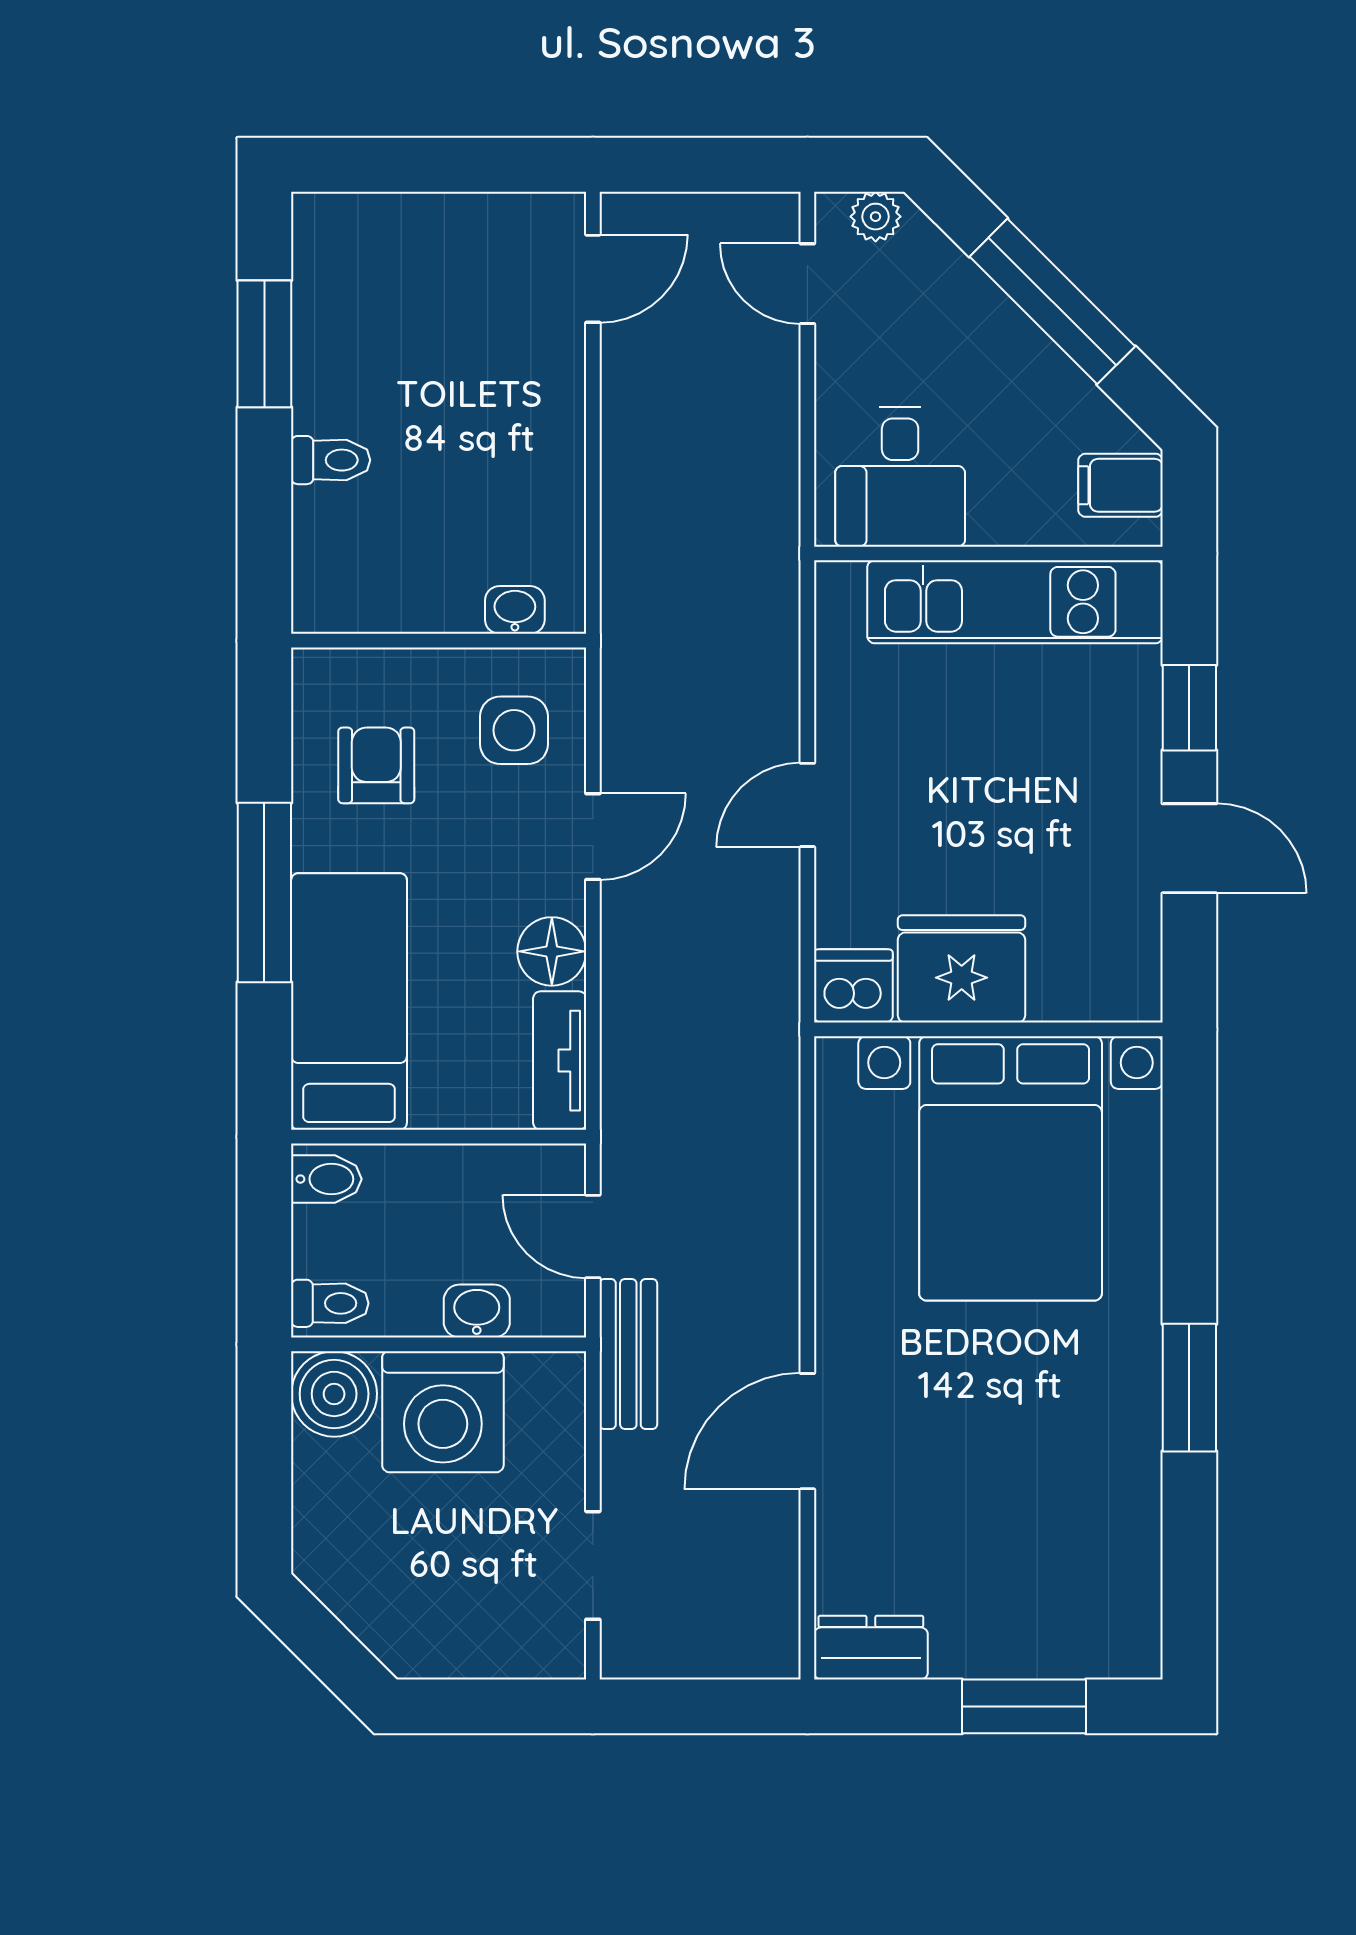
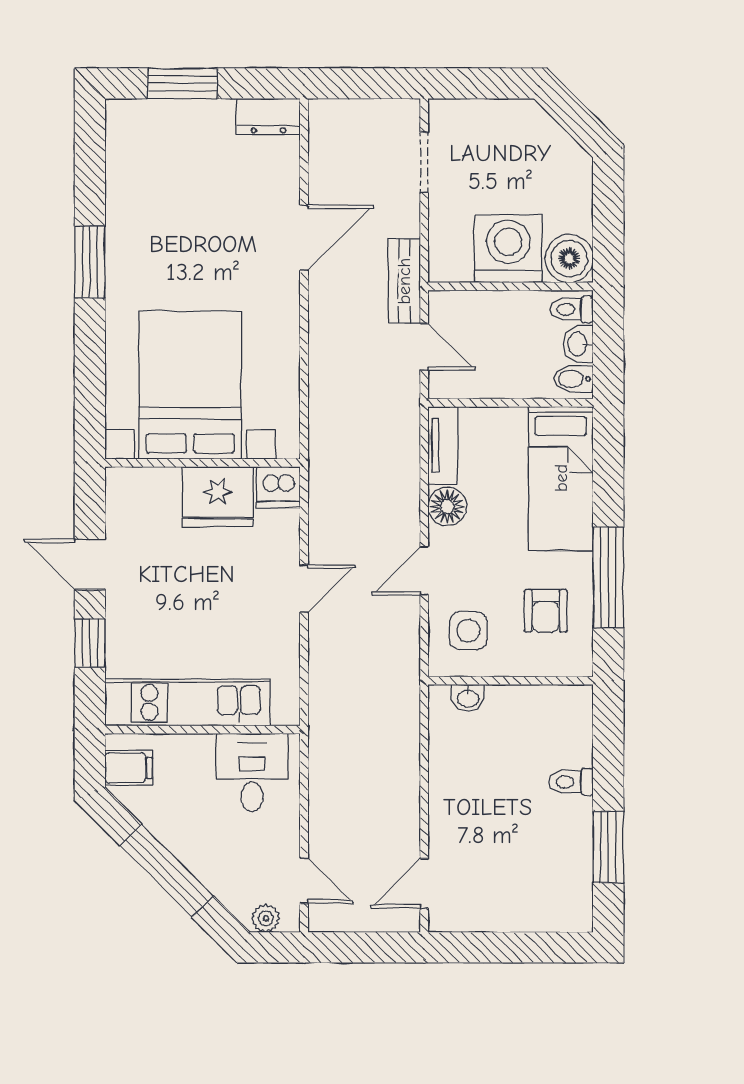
window: (264, 892) -> (608, 577), moved
washbasin: (477, 1311) -> (578, 344), moved, turned 90

